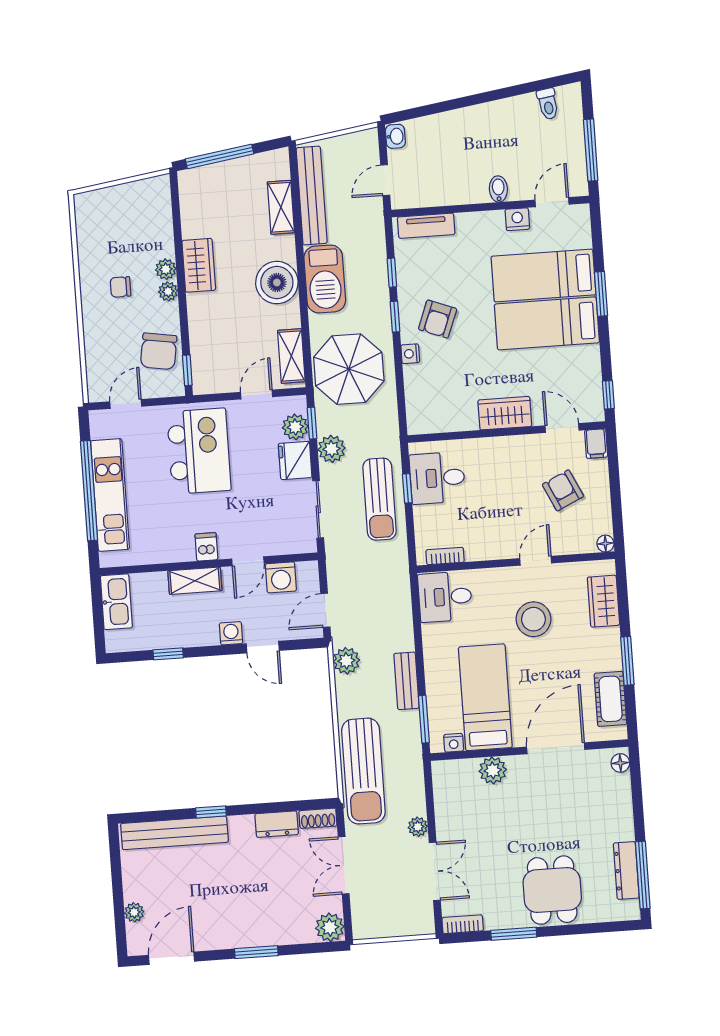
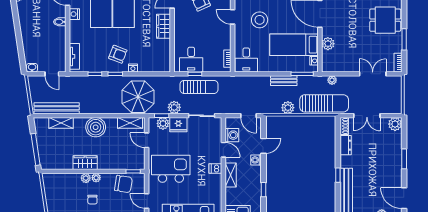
barbecue: (325, 279) -> (96, 105), removed
plant: (346, 661) -> (288, 108), moved
plant: (418, 827) -> (332, 80), moved

